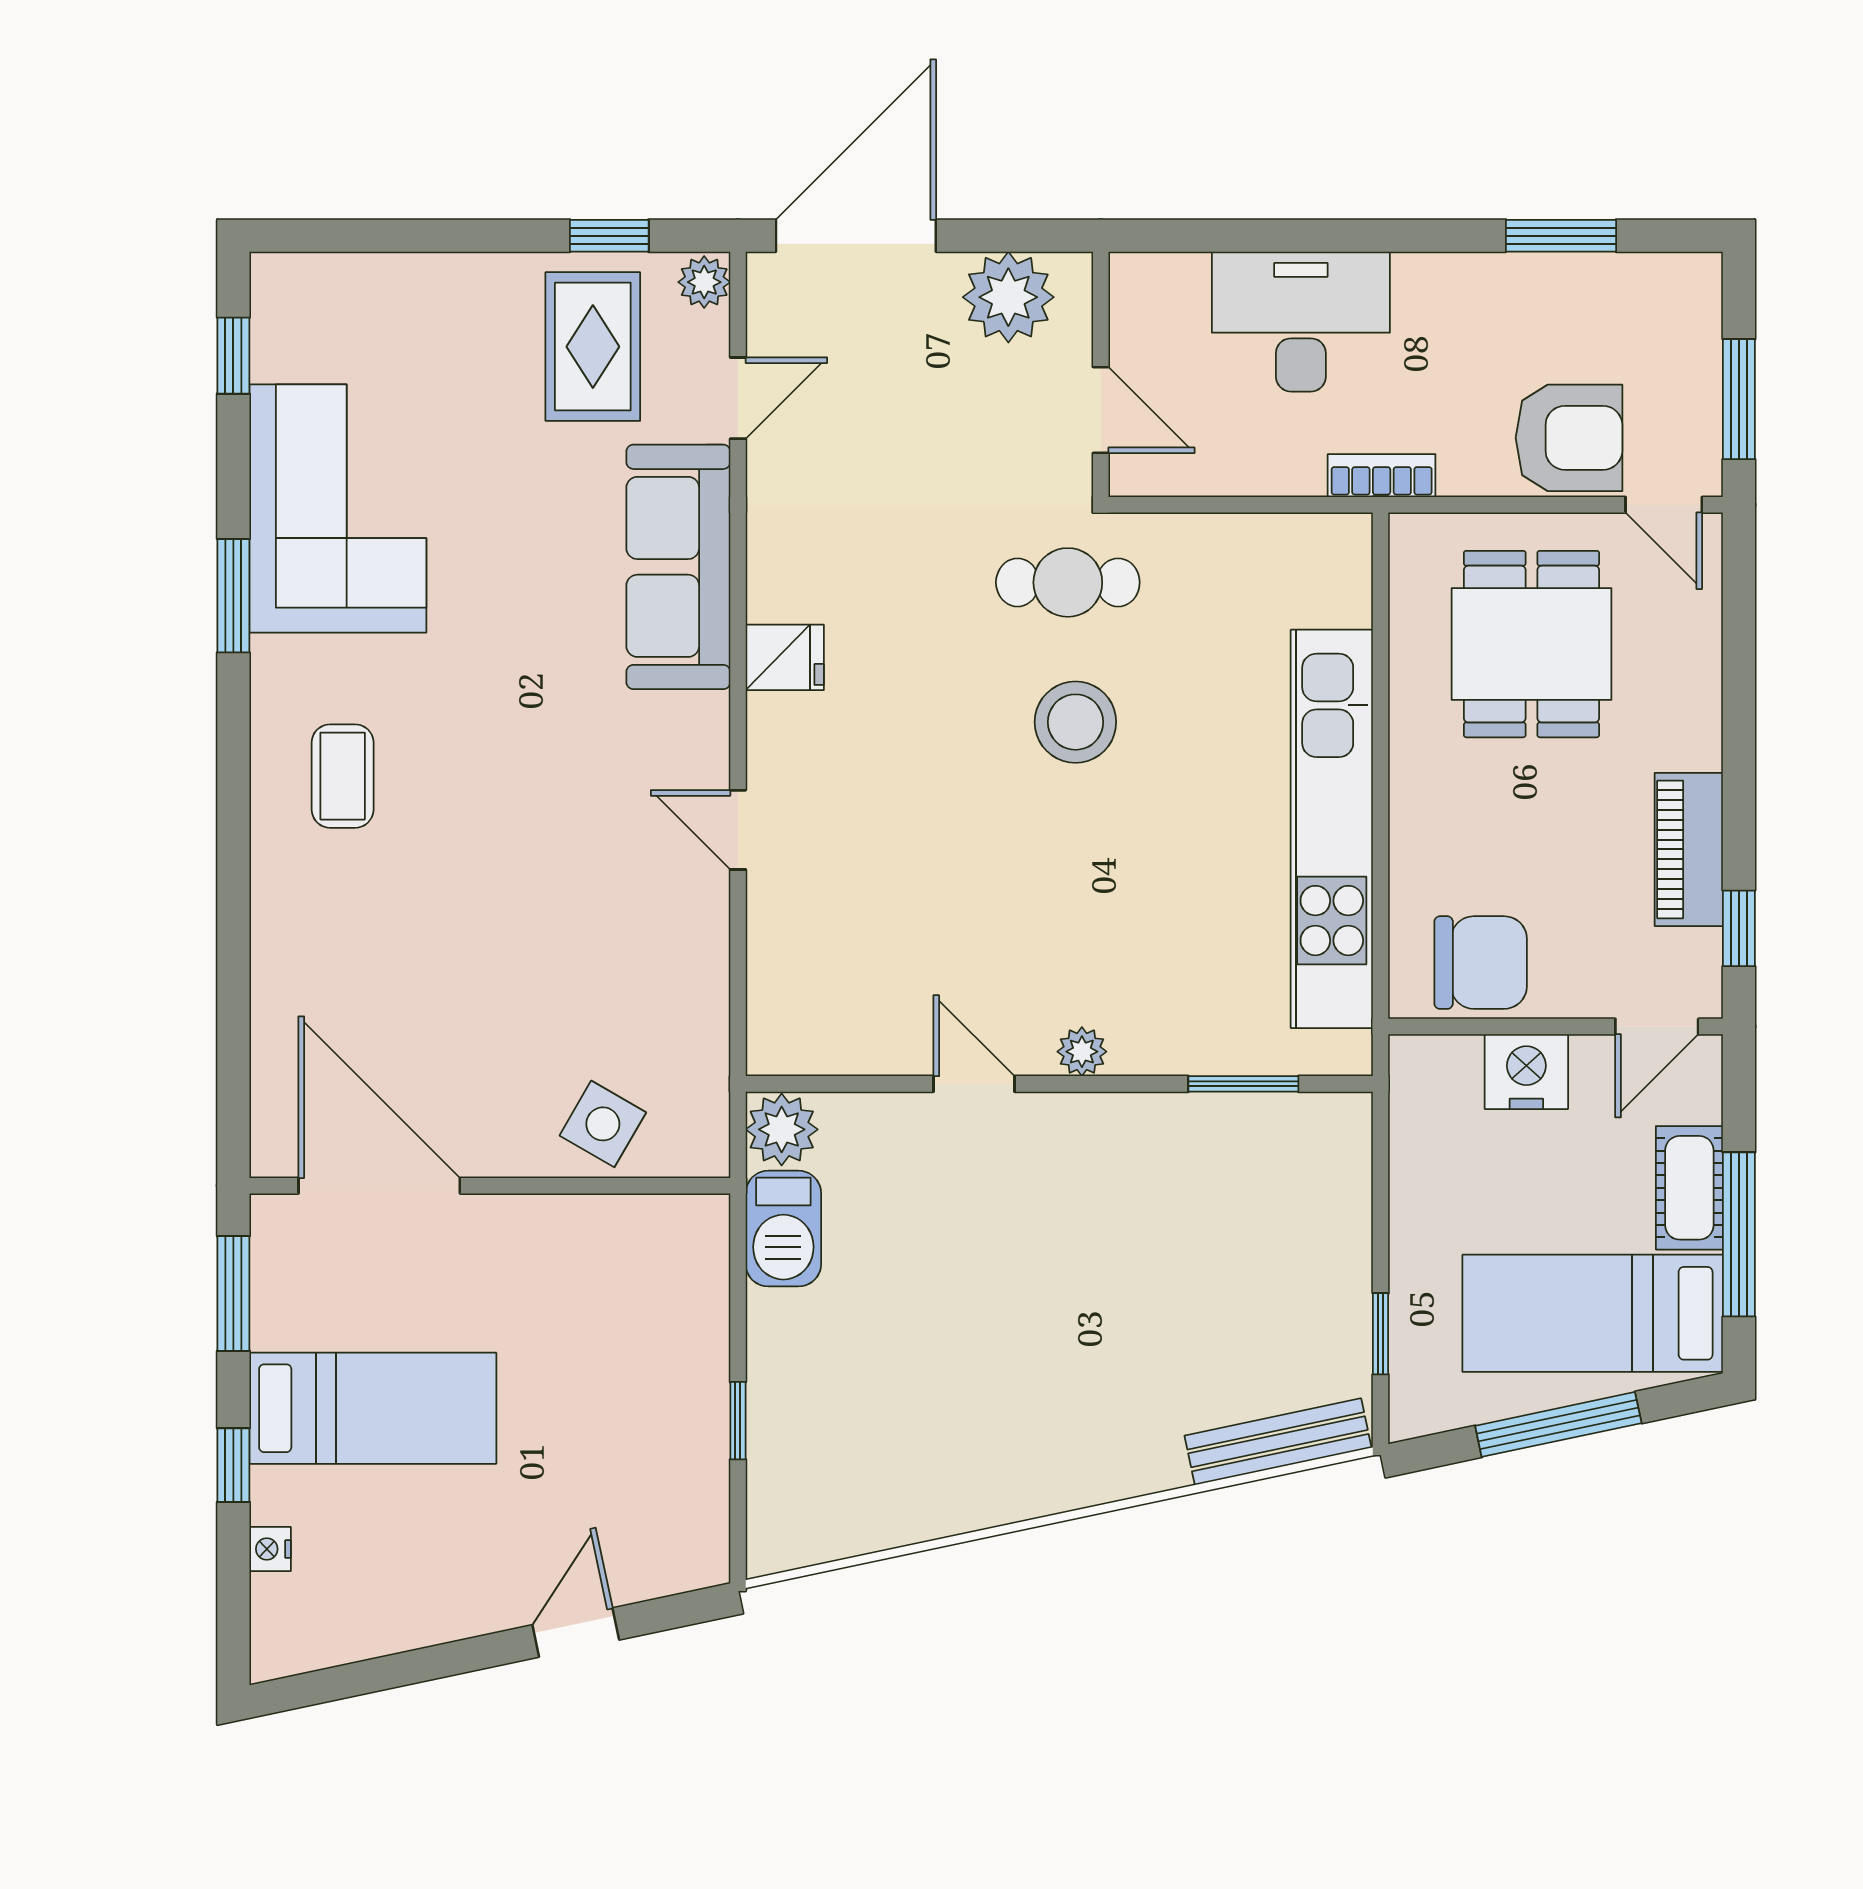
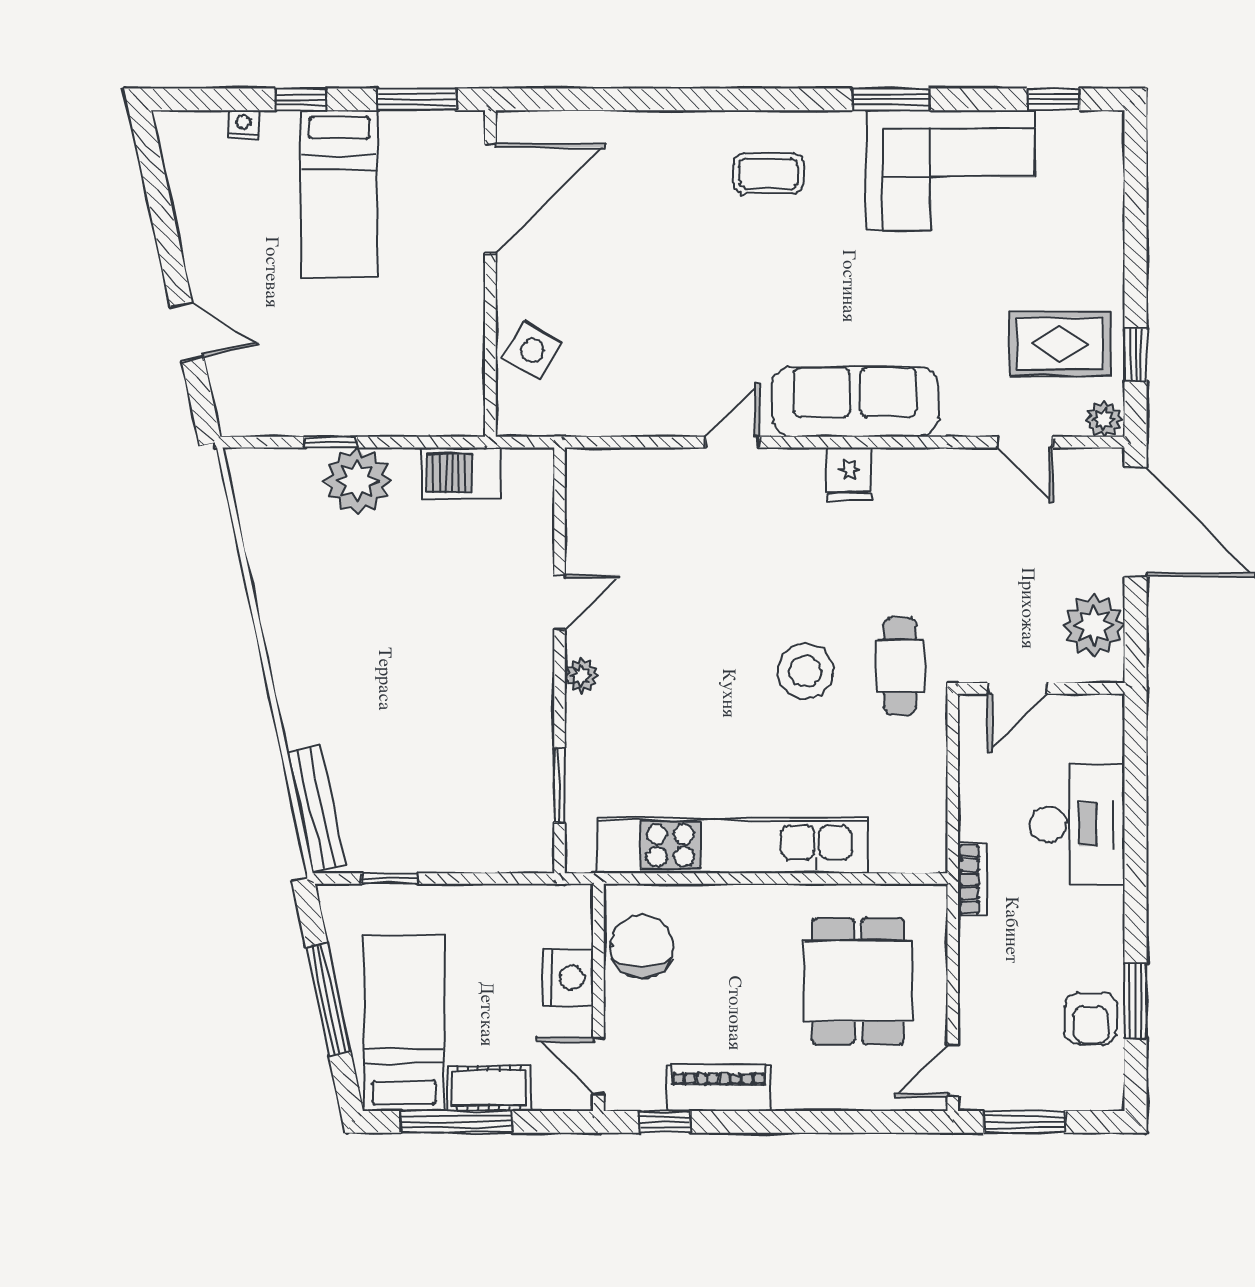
armchair: (1569, 438) -> (1091, 1019), moved, width x0.72, depth x0.72
sofa: (678, 567) -> (855, 402), moved
dining table: (1531, 644) -> (858, 981), turned 90
chair: (1481, 963) -> (642, 946), turned 180
plant: (782, 1129) -> (357, 481), moved, width x1.36, depth x1.36

